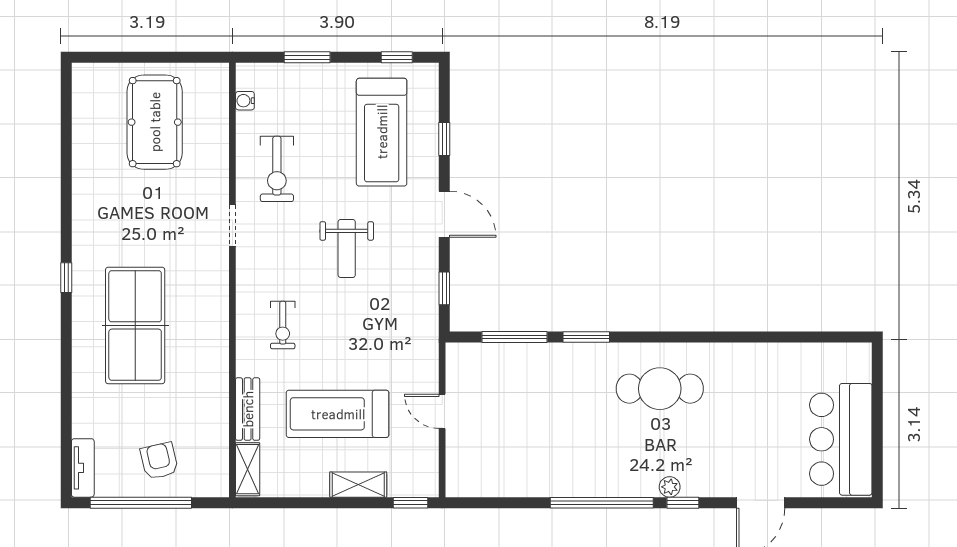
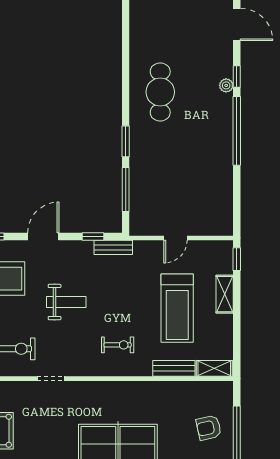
bench: (428, 318) -> (113, 247), added

